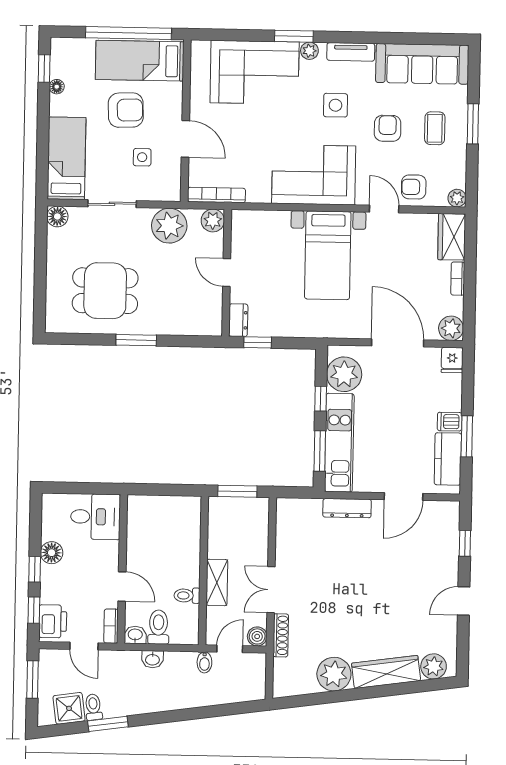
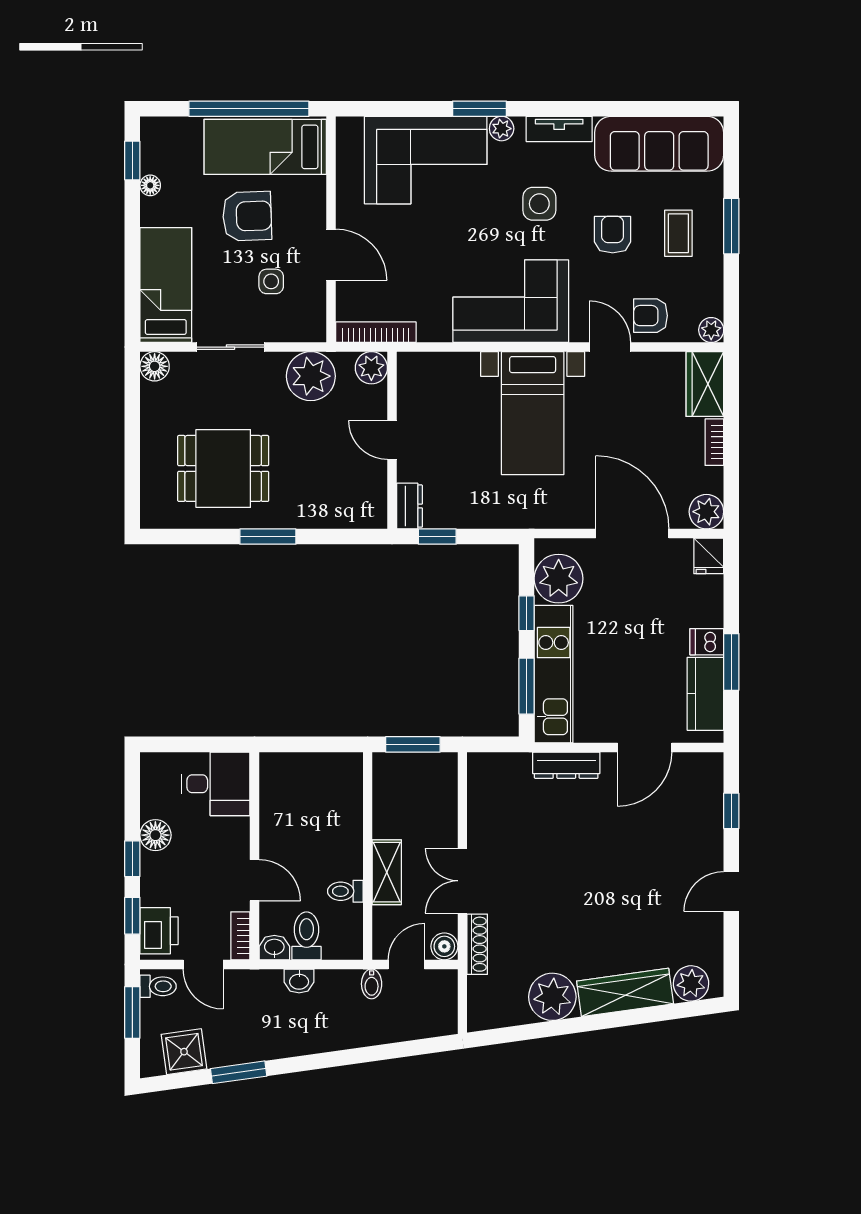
toilet: (93, 707) -> (158, 986), moved, turned 98

